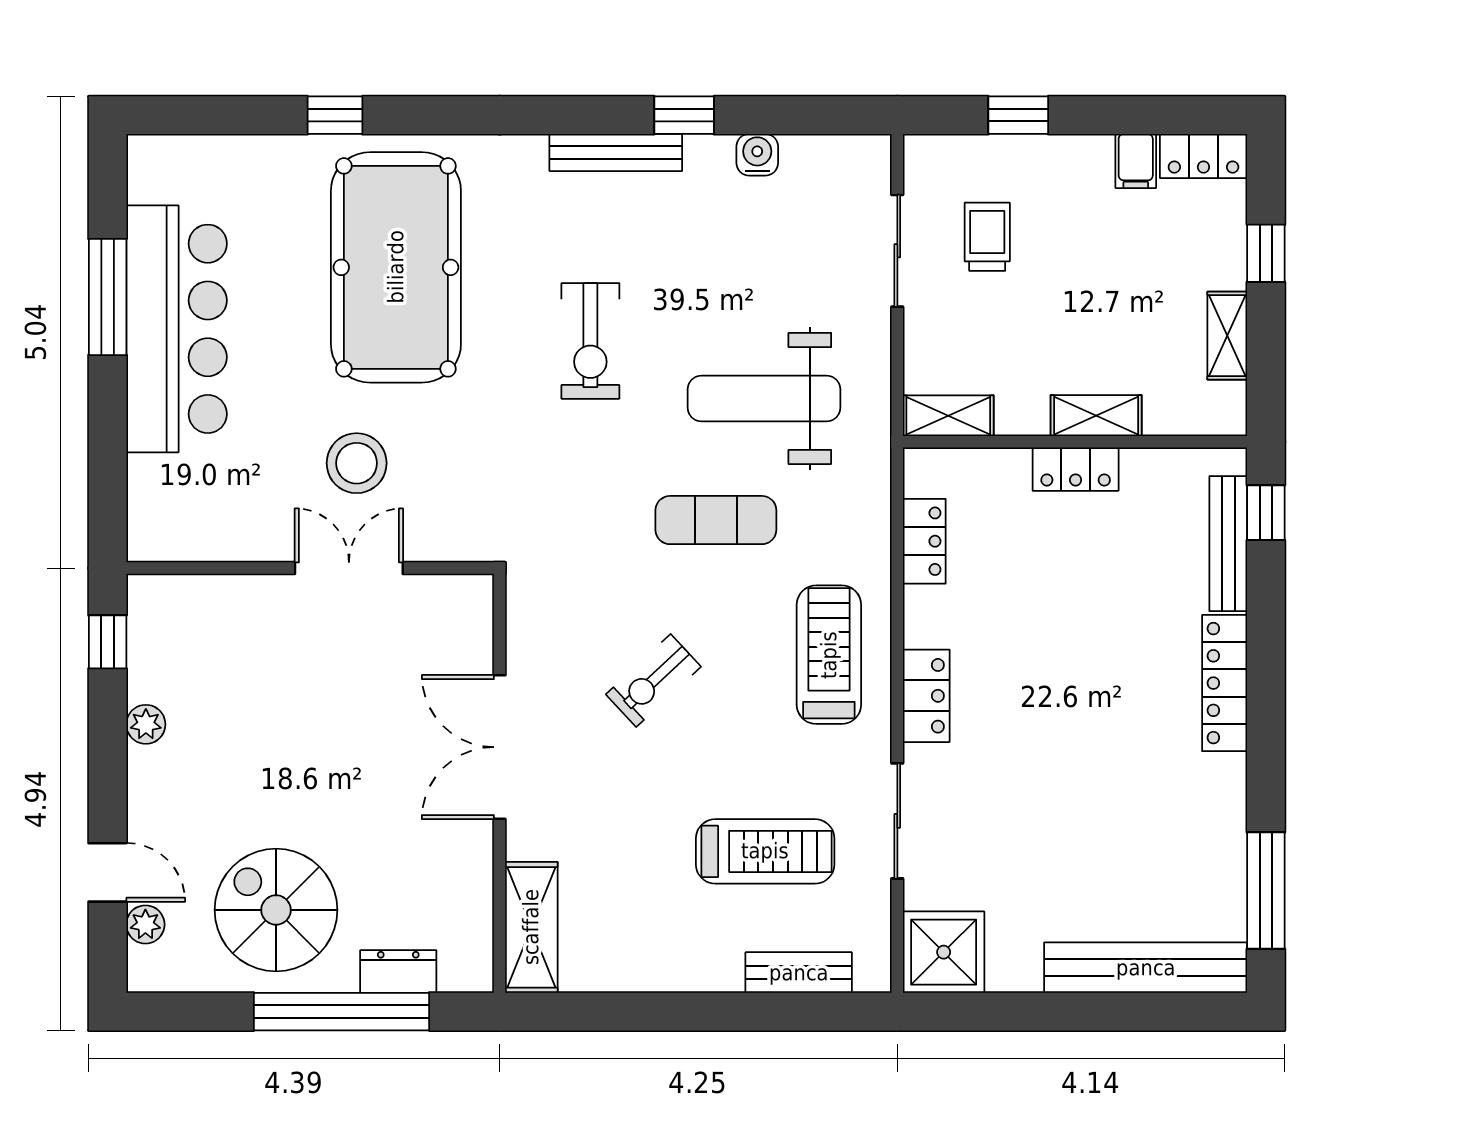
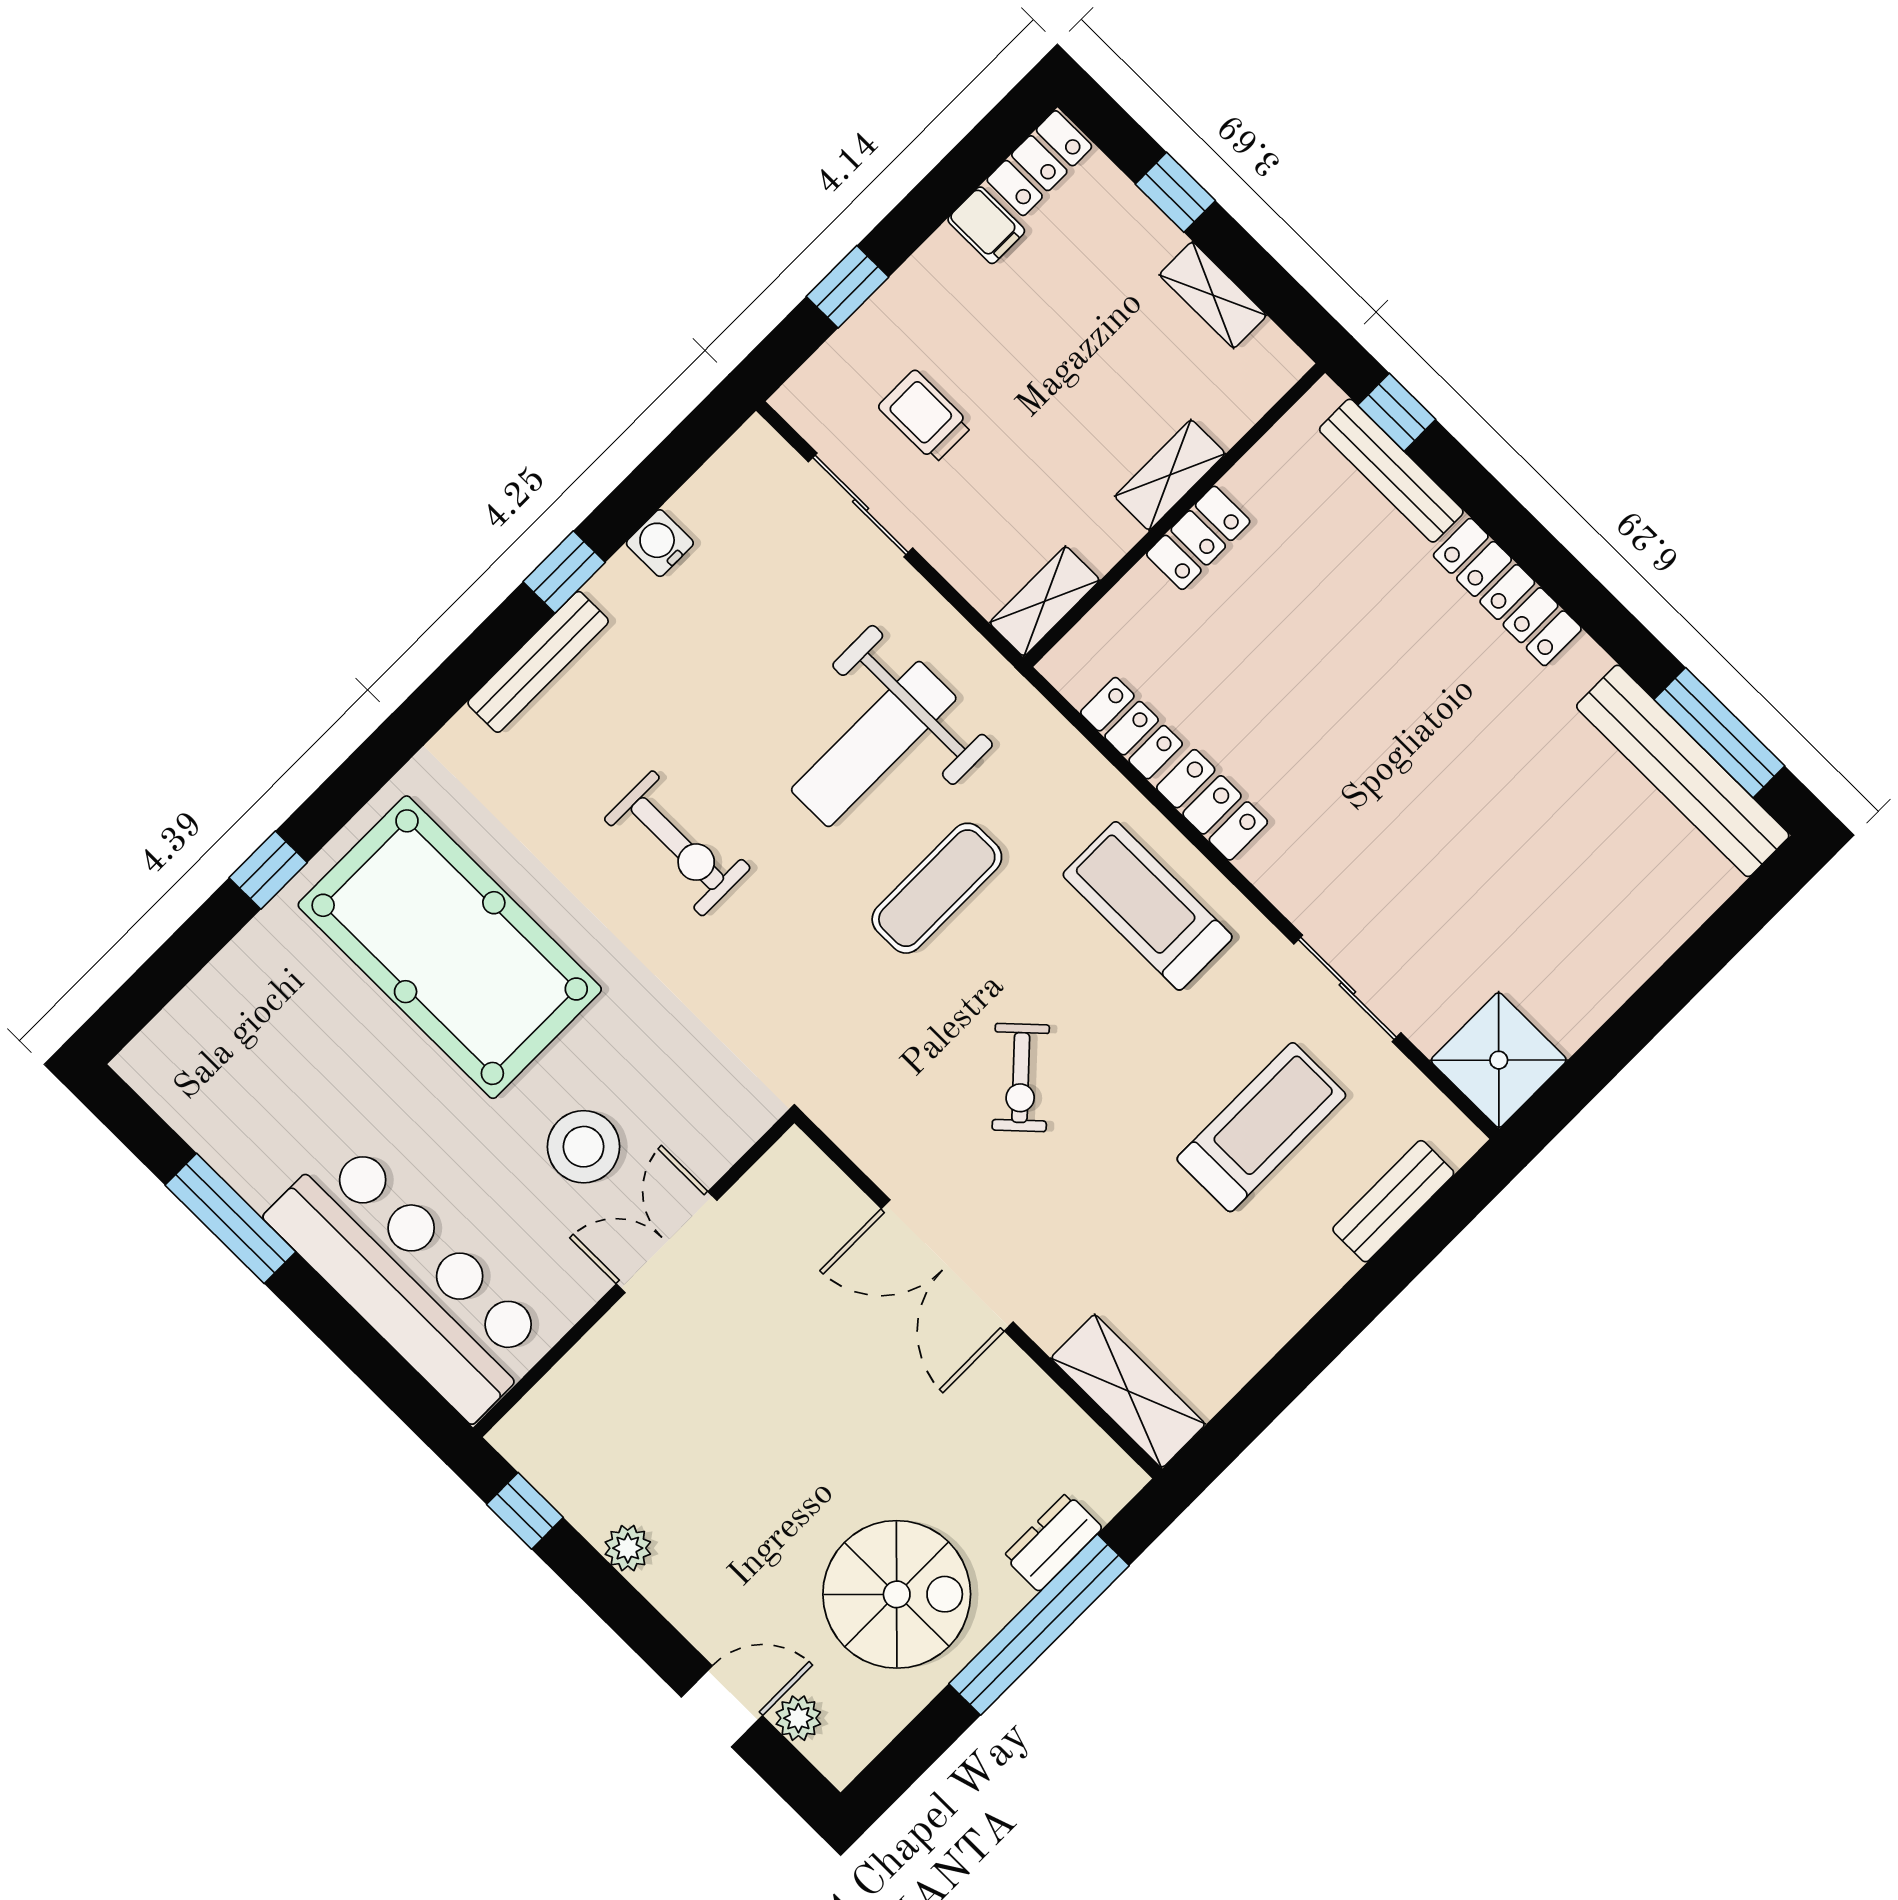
bar counter: (177, 329) -> (409, 1279), moved
locker: (926, 696) -> (1212, 805), moved
spiral stairs: (276, 910) -> (897, 1594), turned 180
bench: (1146, 968) -> (1683, 771), moved, turned 90

